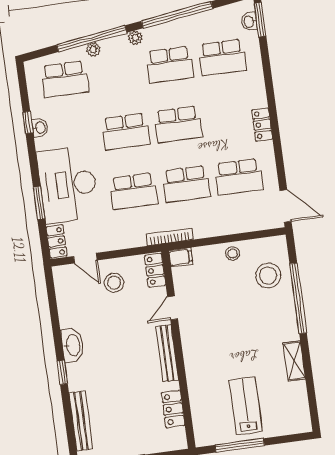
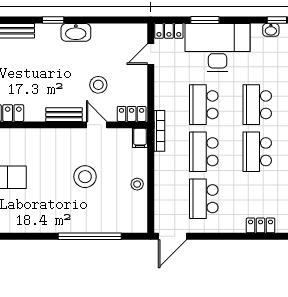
locker: (262, 125) -> (261, 225), moved
stool: (268, 276) -> (85, 177), moved
stool: (114, 283) -> (98, 85), moved
bench: (167, 353) -> (64, 115), width x0.73
shelving: (294, 361) -> (35, 225), removed

